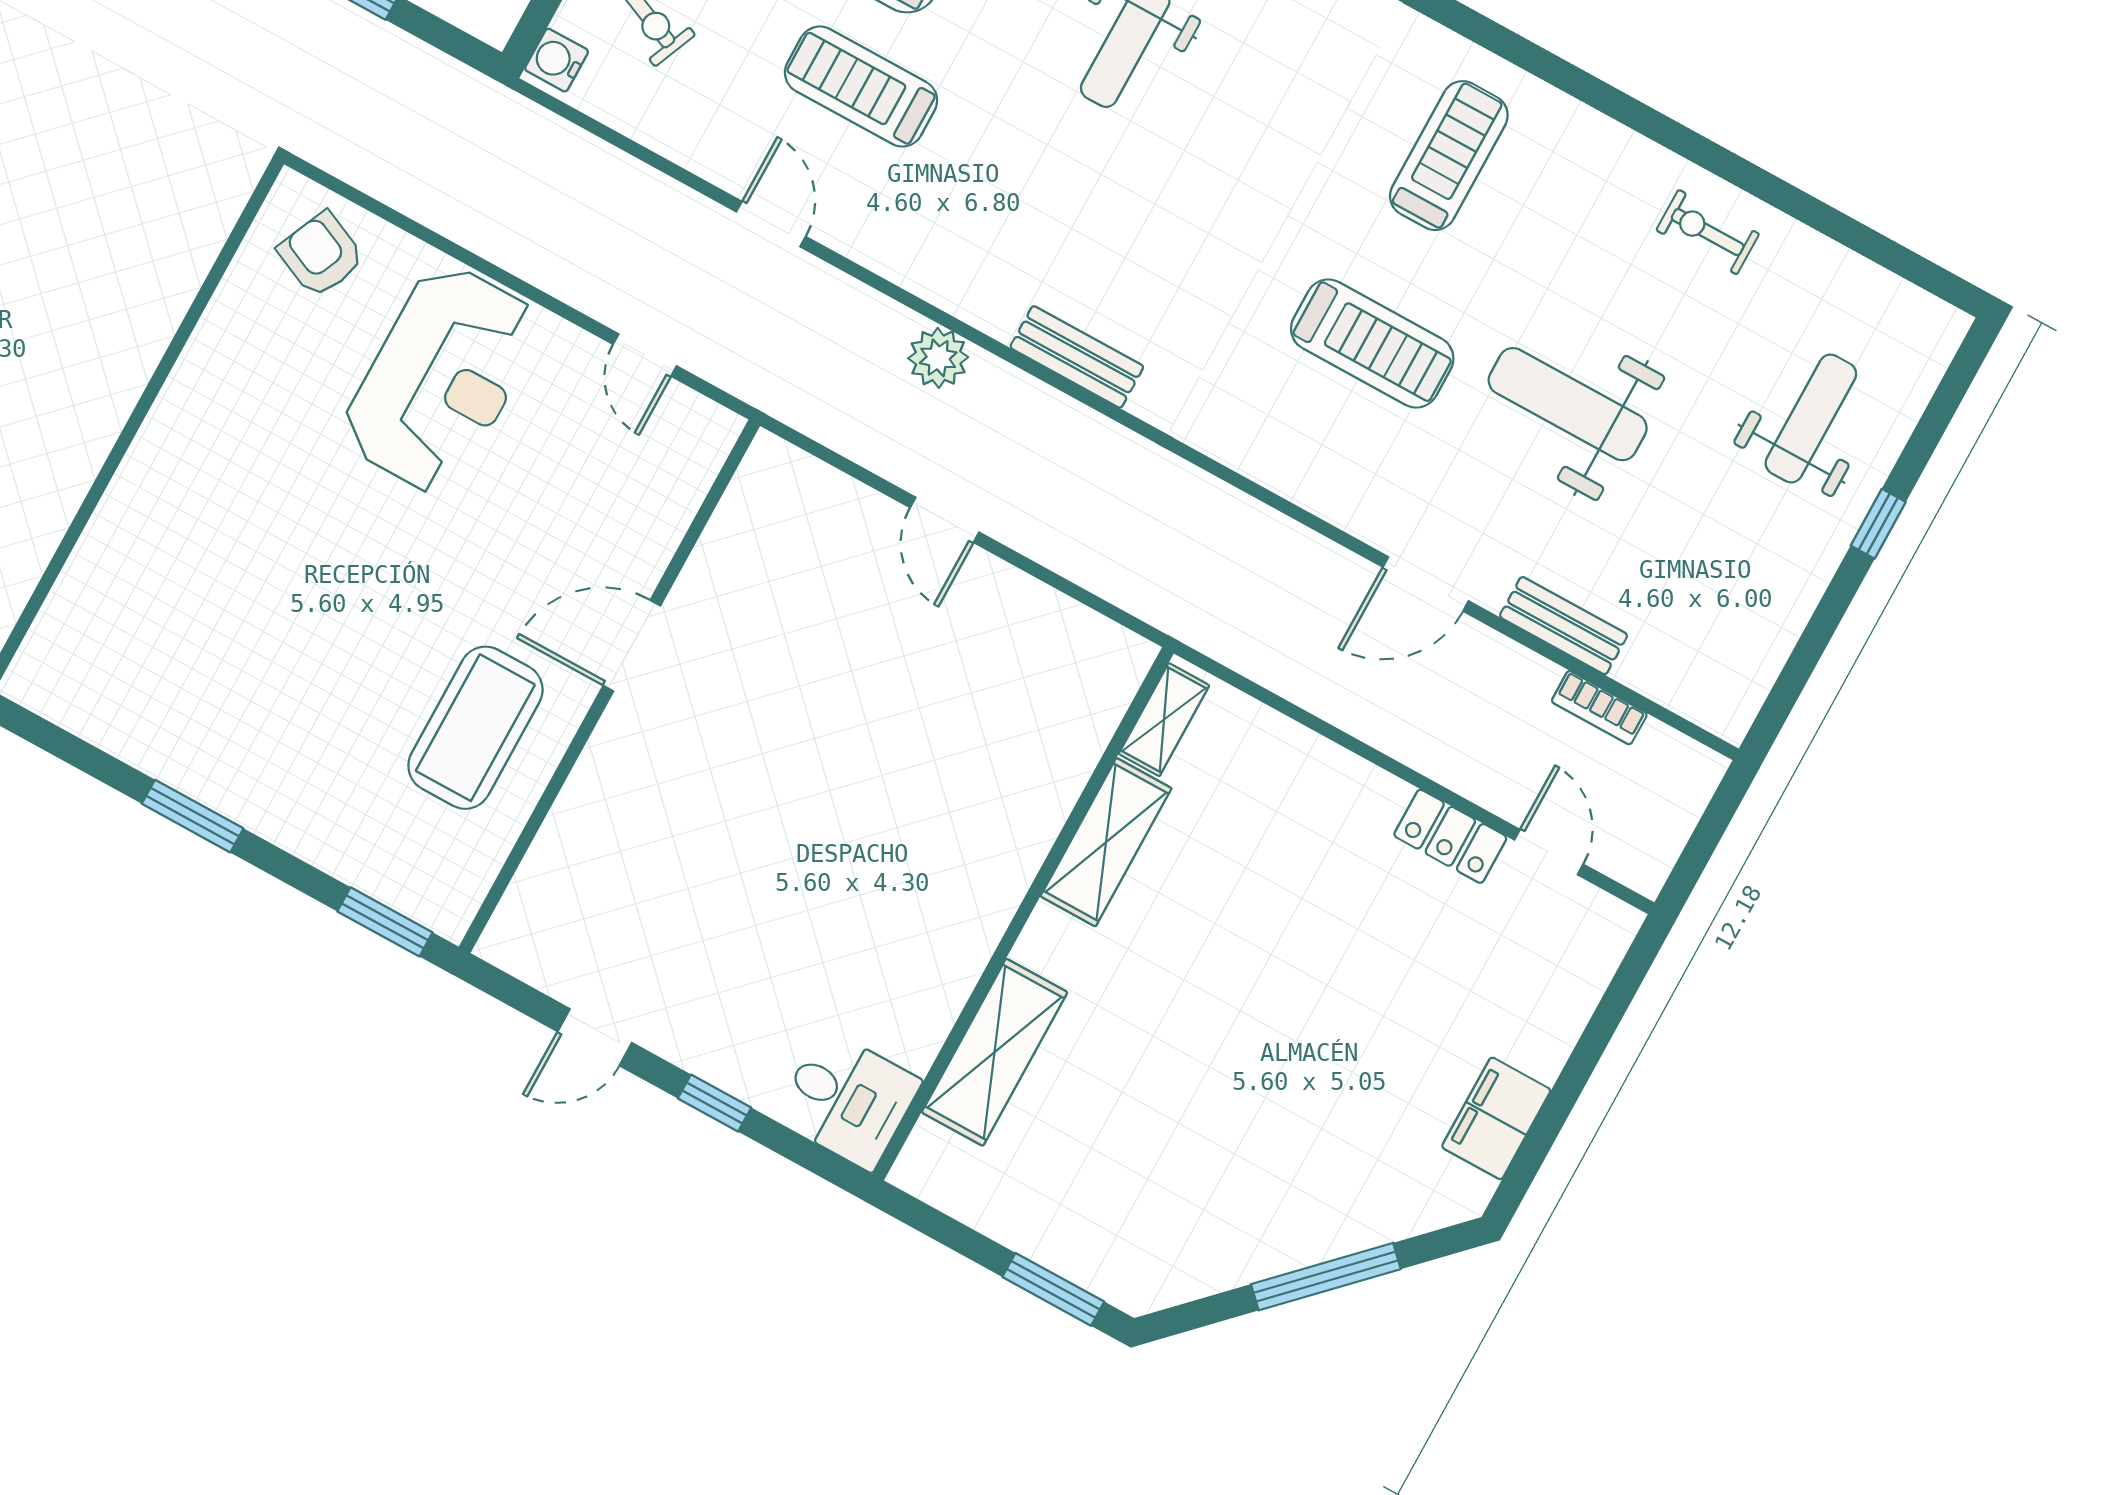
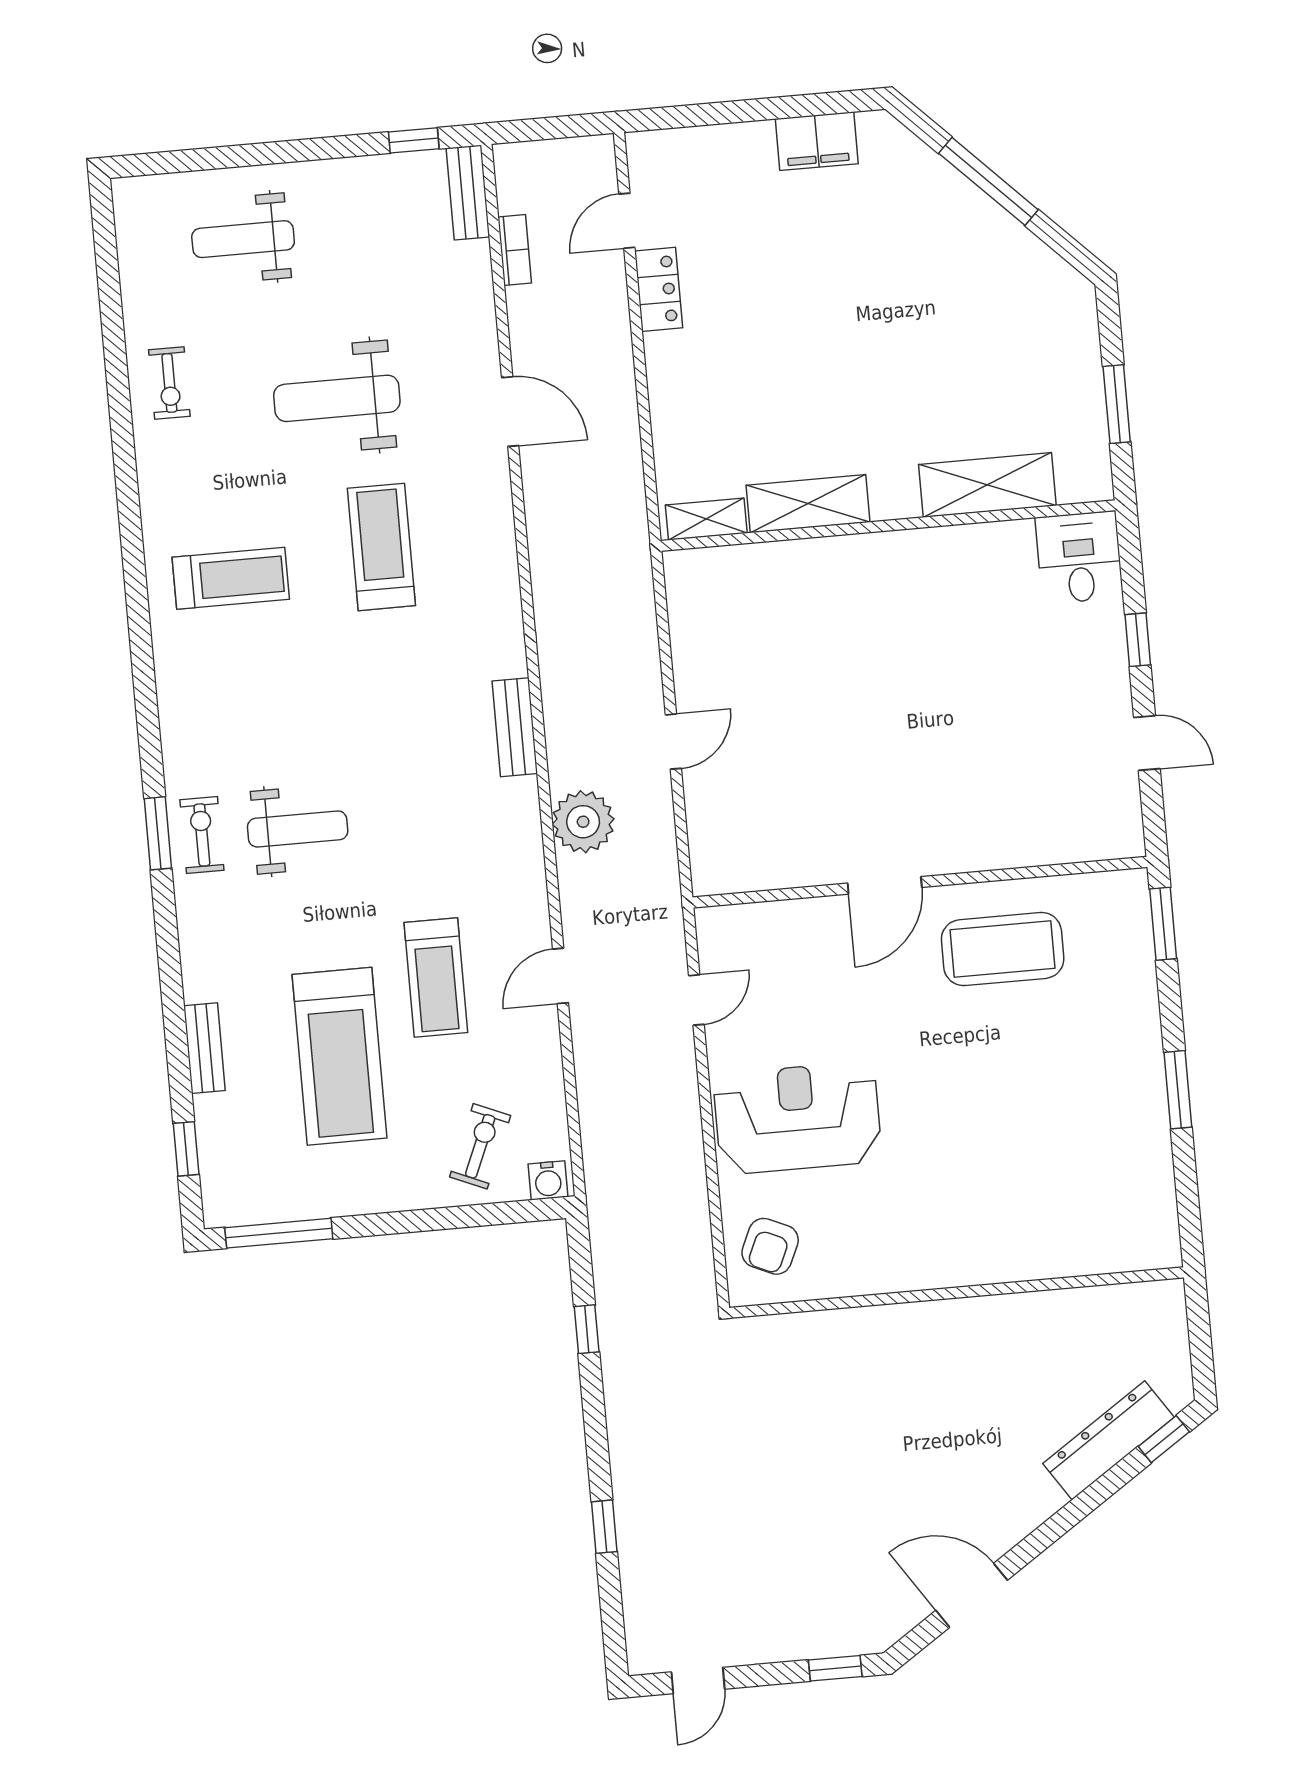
treadmill: (1449, 156) -> (231, 578), turned 180
plant: (938, 358) -> (583, 822), width x1.36, depth x1.36
weight bench: (1568, 404) -> (337, 398), turned 90
window: (1878, 524) -> (414, 140), moved
bench: (1564, 626) -> (468, 192), moved
door: (632, 646) -> (885, 885), hinge flipped
window: (1053, 1289) -> (1117, 404), moved

